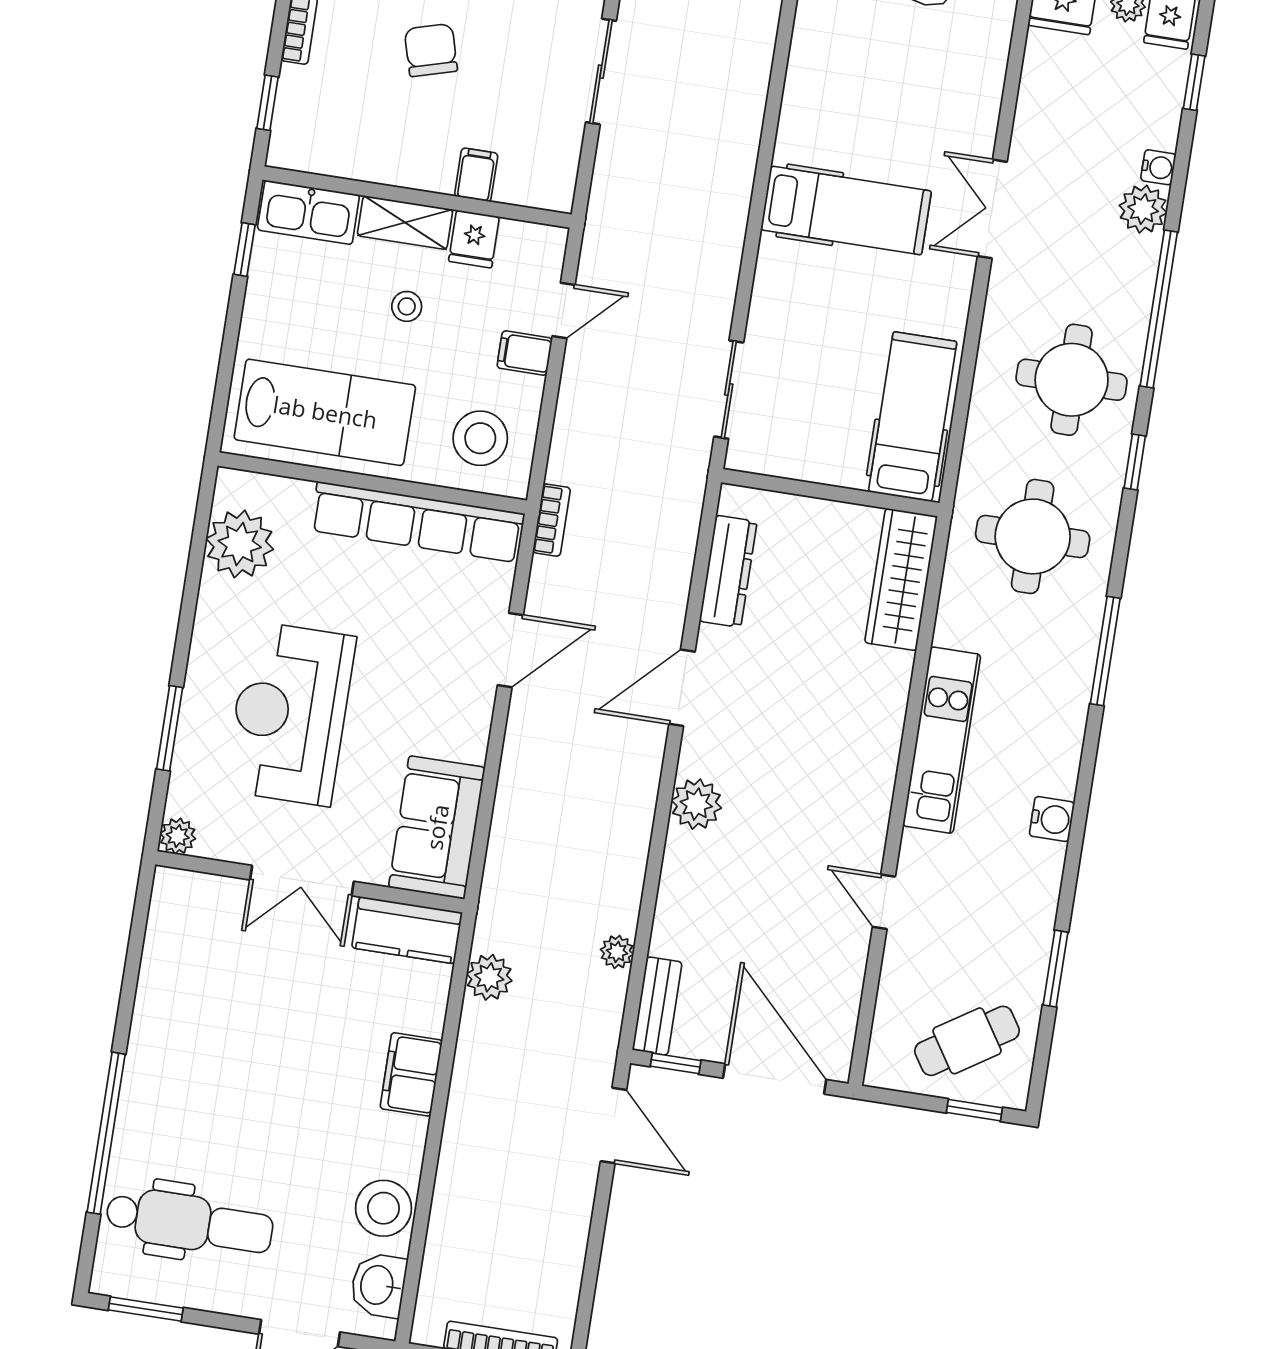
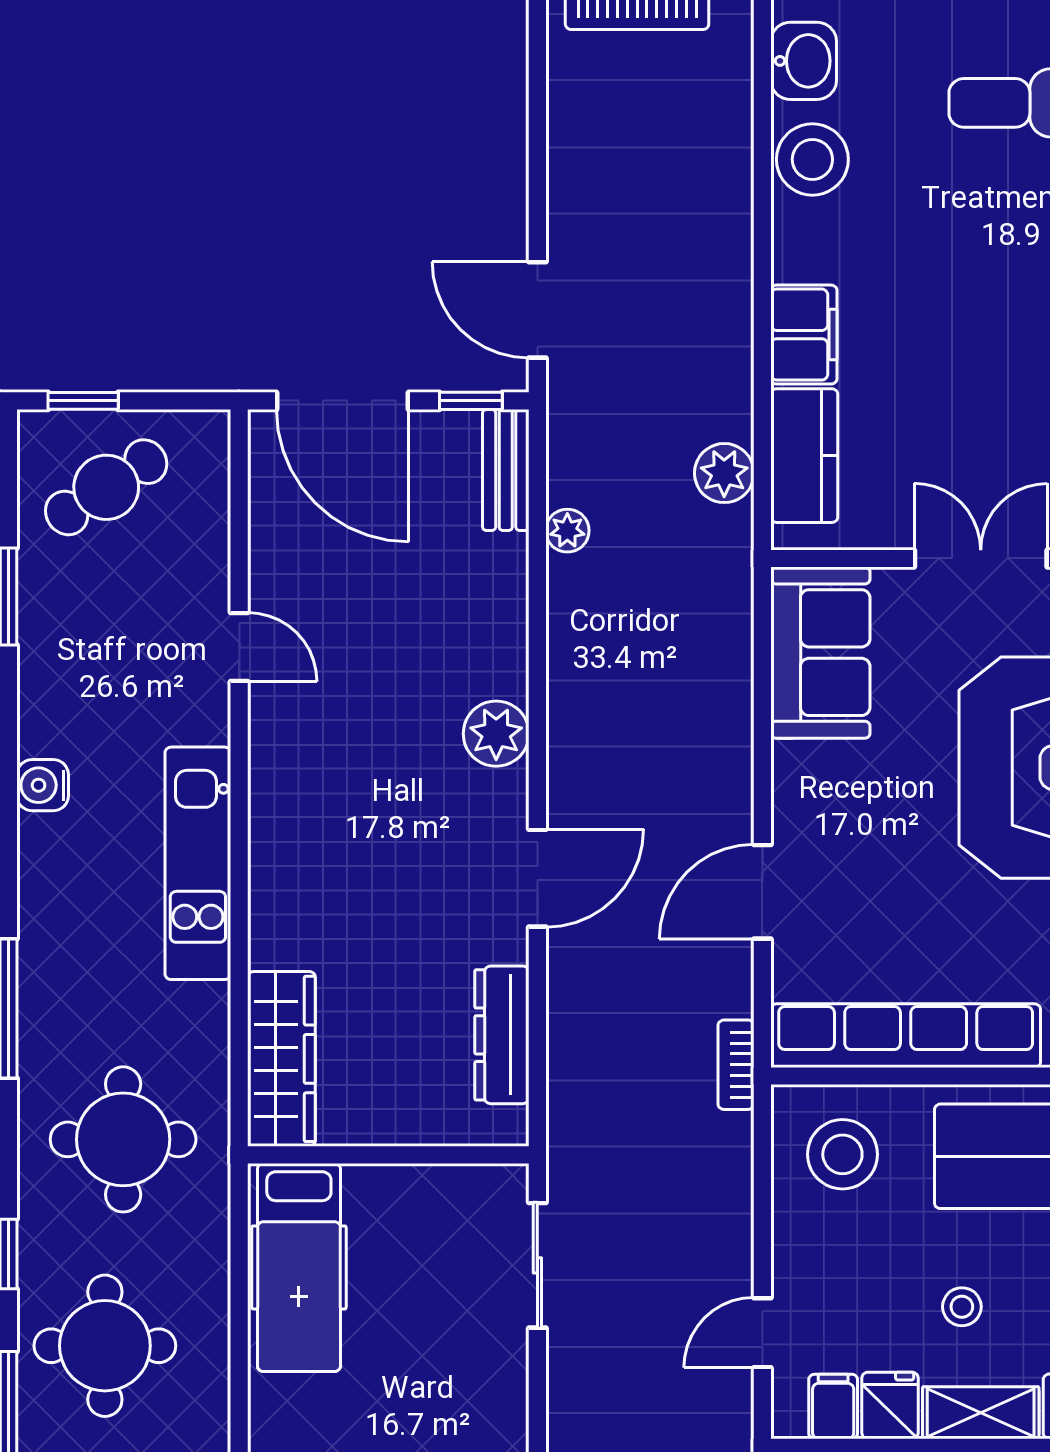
filing cabinet: (525, 353) -> (833, 1406), moved, turned -90
kitchen counter: (407, 930) -> (804, 456), moved, turned 90

